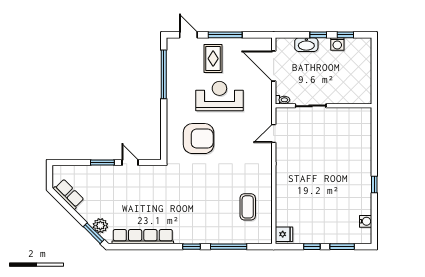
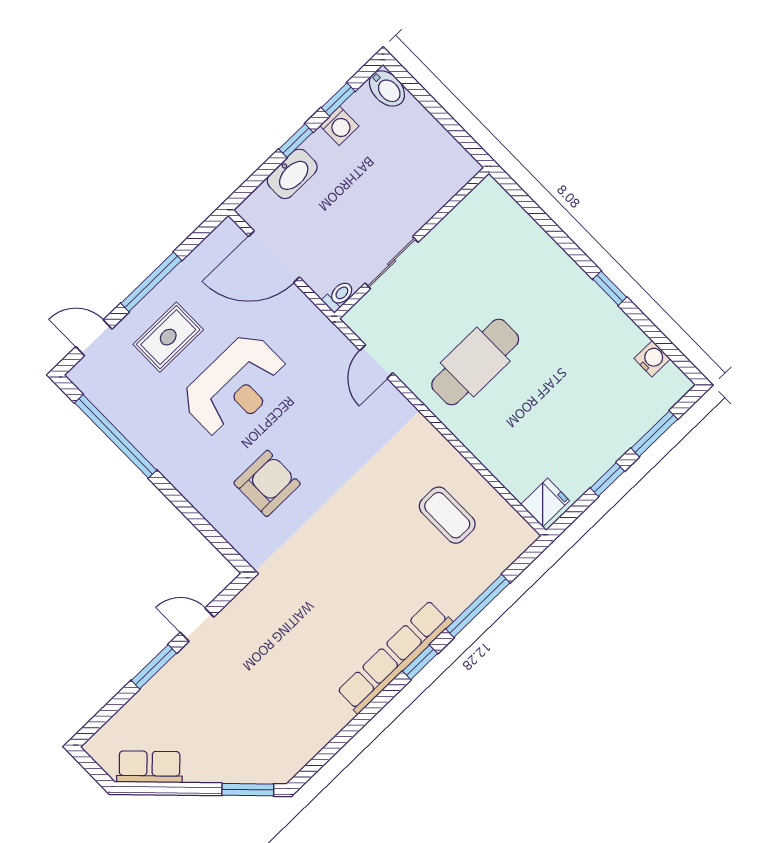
bidet: (365, 47) -> (387, 88), added
rug: (213, 59) -> (168, 337), turned 90
reception desk: (219, 96) -> (235, 386), turned 180
armchair: (199, 139) -> (267, 483), width x0.73, depth x0.73
cafe table: (306, 165) -> (475, 362), added
plant: (100, 226) -> (247, 768), removed
row of seats: (143, 237) -> (395, 657), moved

